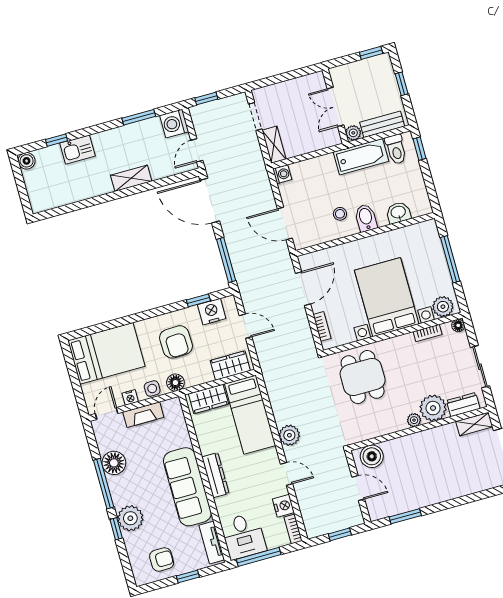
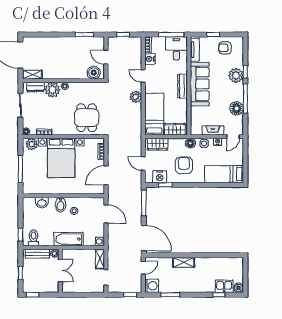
kitchen sink: (78, 150) -> (224, 286), moved
bathtub: (361, 157) -> (68, 239), moved
bed: (106, 353) -> (224, 174), width x0.67

